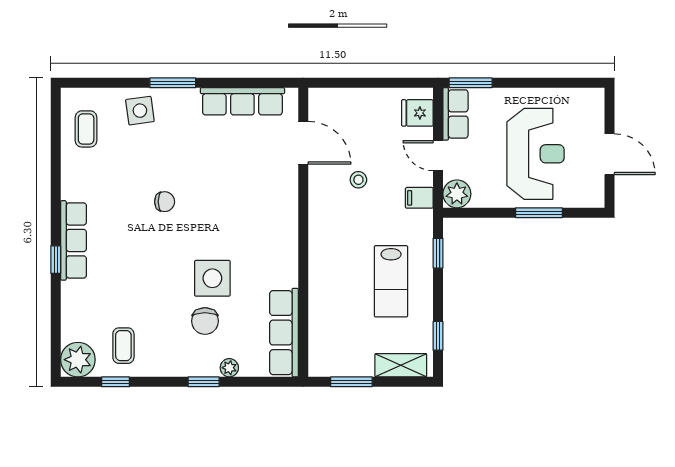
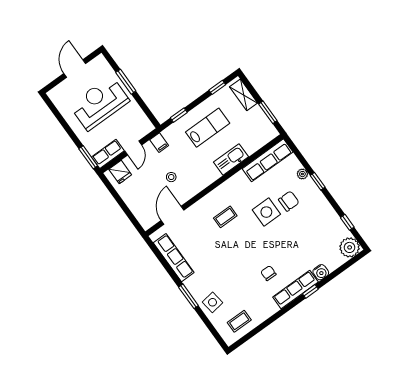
plant: (457, 194) -> (145, 126), removed
chair: (165, 202) -> (268, 273), moved
kitchen sink: (323, 282) -> (231, 159), added
water cooler: (72, 294) -> (321, 272), added
coffee table: (123, 346) -> (225, 217), moved

